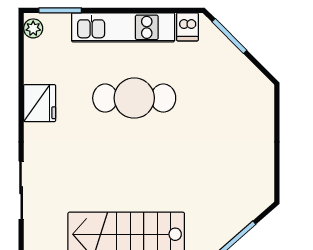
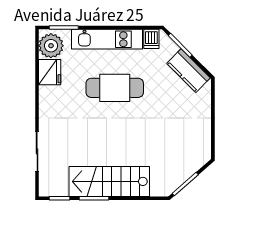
plant: (33, 28) -> (51, 46), width x1.87, depth x1.87
kitchen counter: (242, 73) -> (189, 71), added
fridge: (40, 103) -> (50, 72), moved

